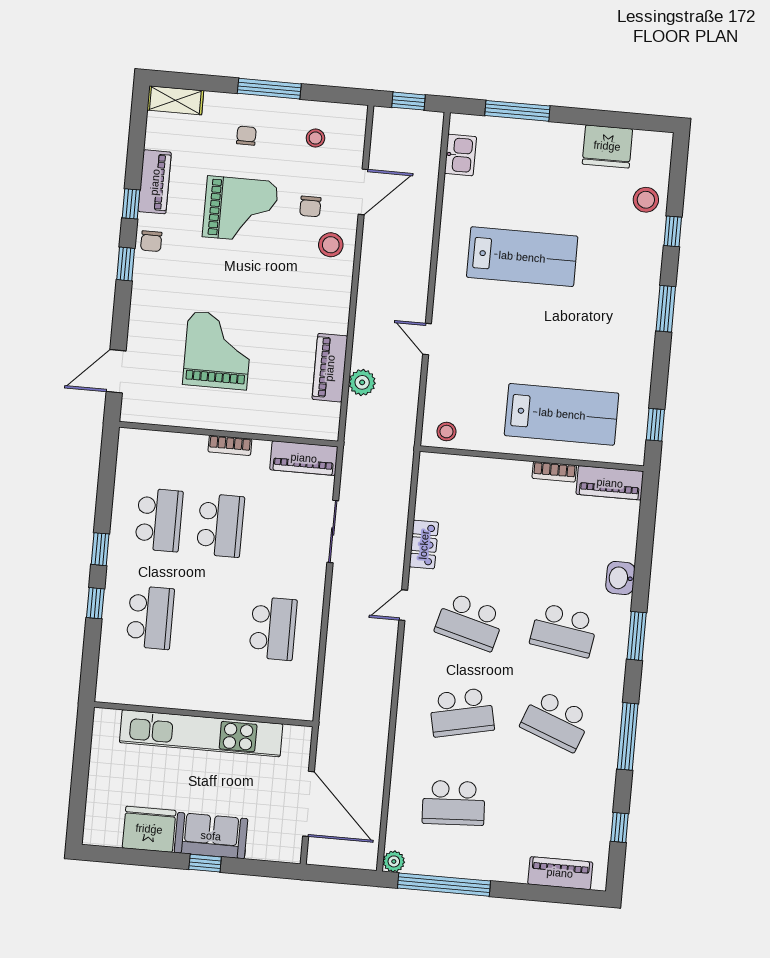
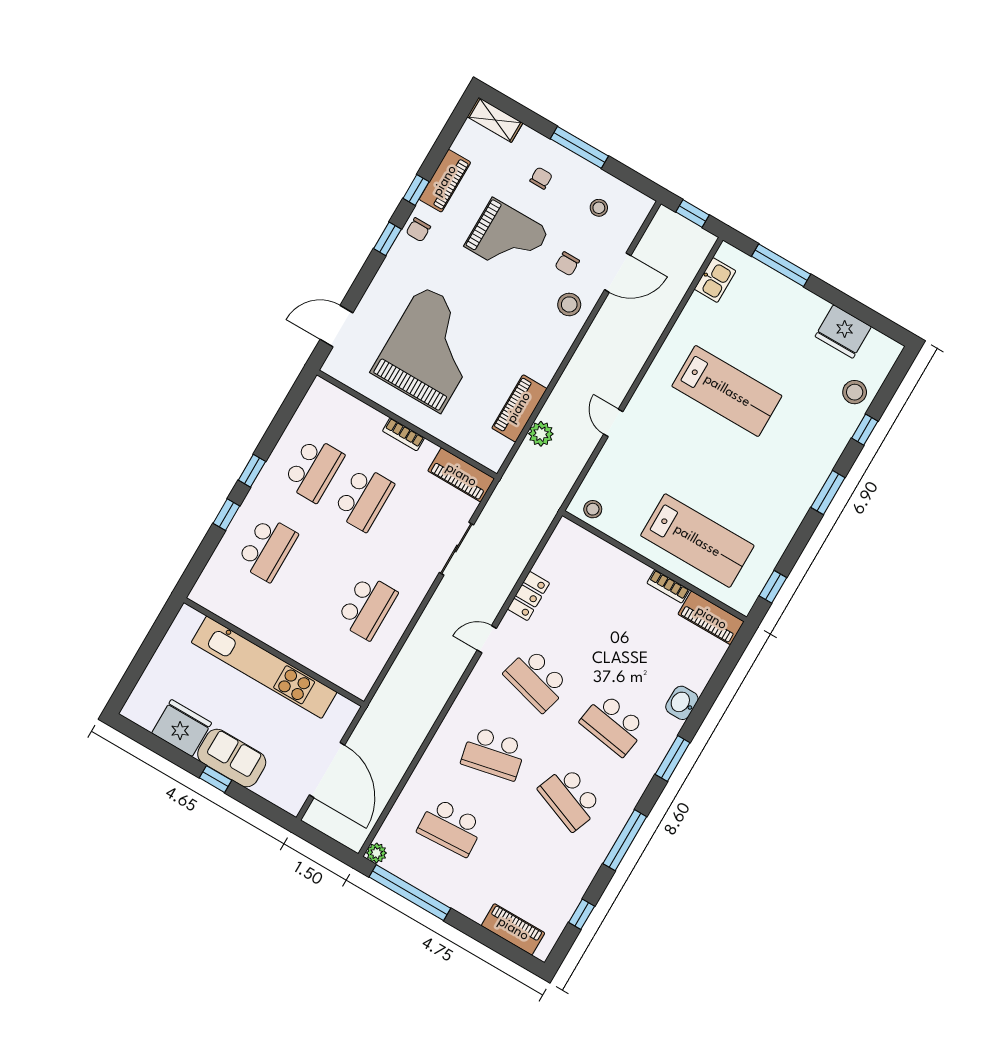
grand piano: (218, 350) -> (431, 349), width x1.37, depth x1.48

